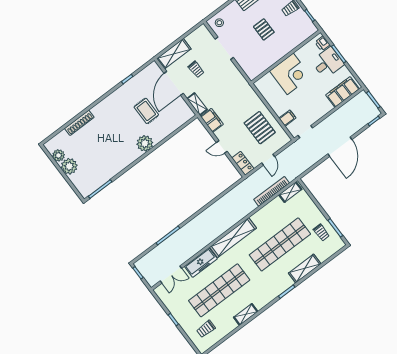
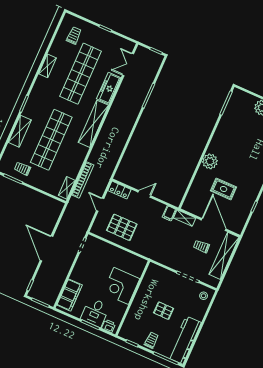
shelving: (174, 54) -> (224, 256), width x1.47
filing cabinet: (287, 118) -> (103, 248), removed
filing cabinet: (212, 120) -> (169, 213), width x0.50

